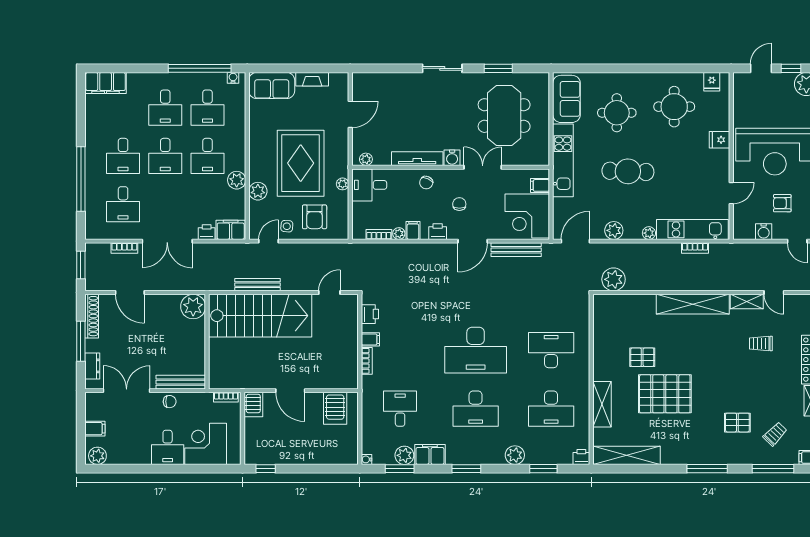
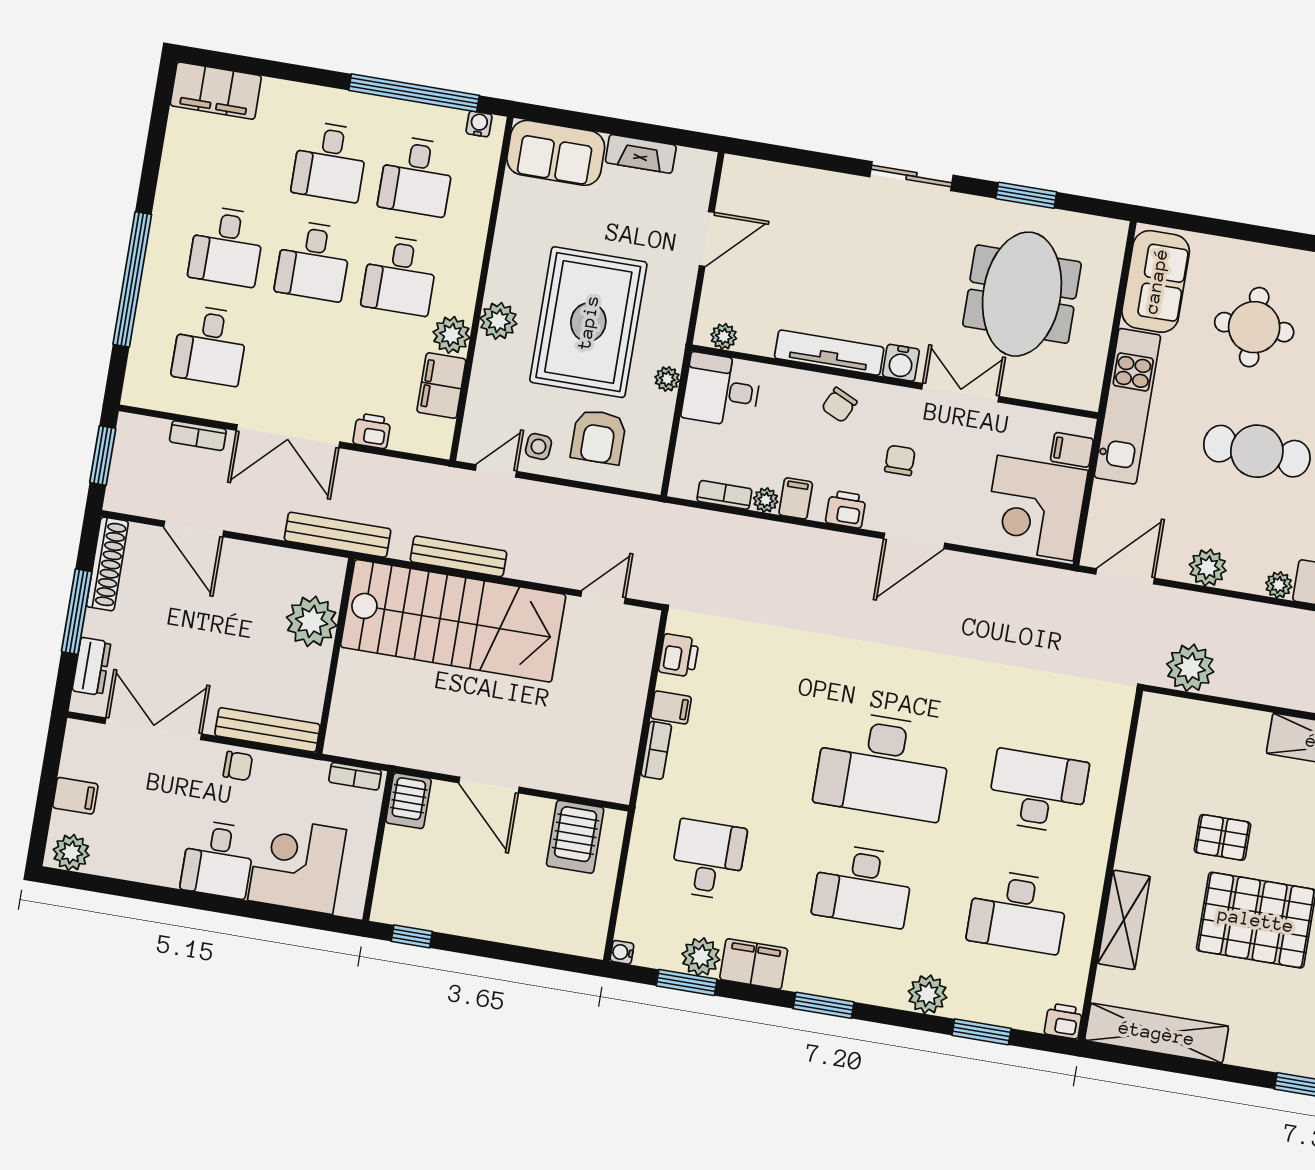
plant: (258, 191) -> (498, 321), moved
filing cabinet: (231, 230) -> (441, 386), moved, turned -90
bench: (516, 250) -> (338, 535), moved
plant: (193, 307) -> (312, 621), moved

